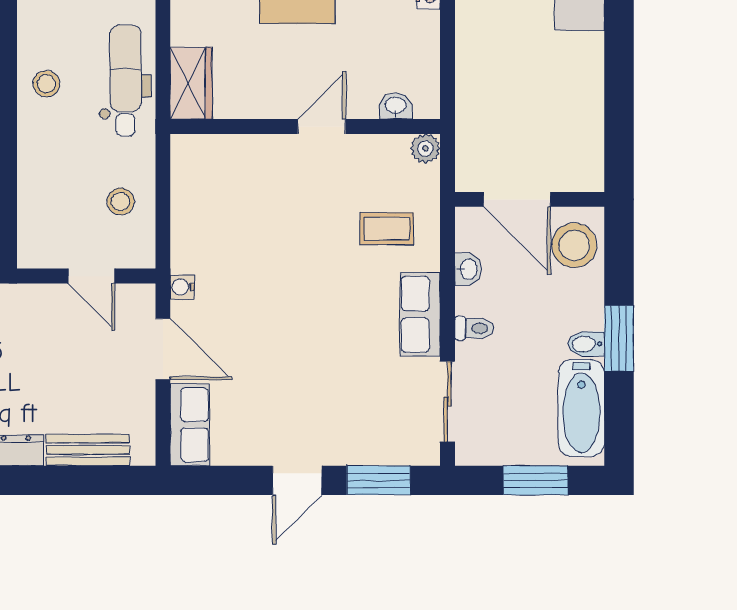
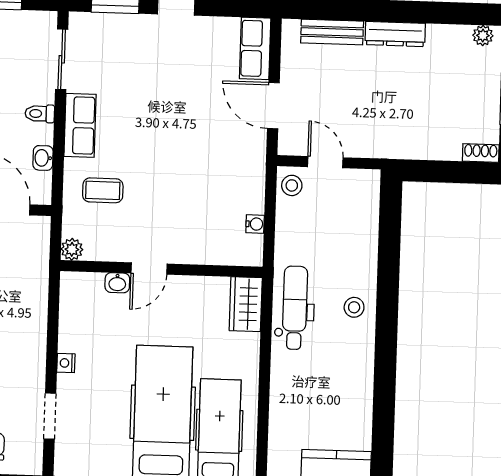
dental chair: (125, 80) -> (295, 308), turned 180
washbasin: (396, 106) -> (117, 283), moved
stool: (121, 202) -> (292, 185), moved
water cooler: (182, 287) -> (255, 224), moved

